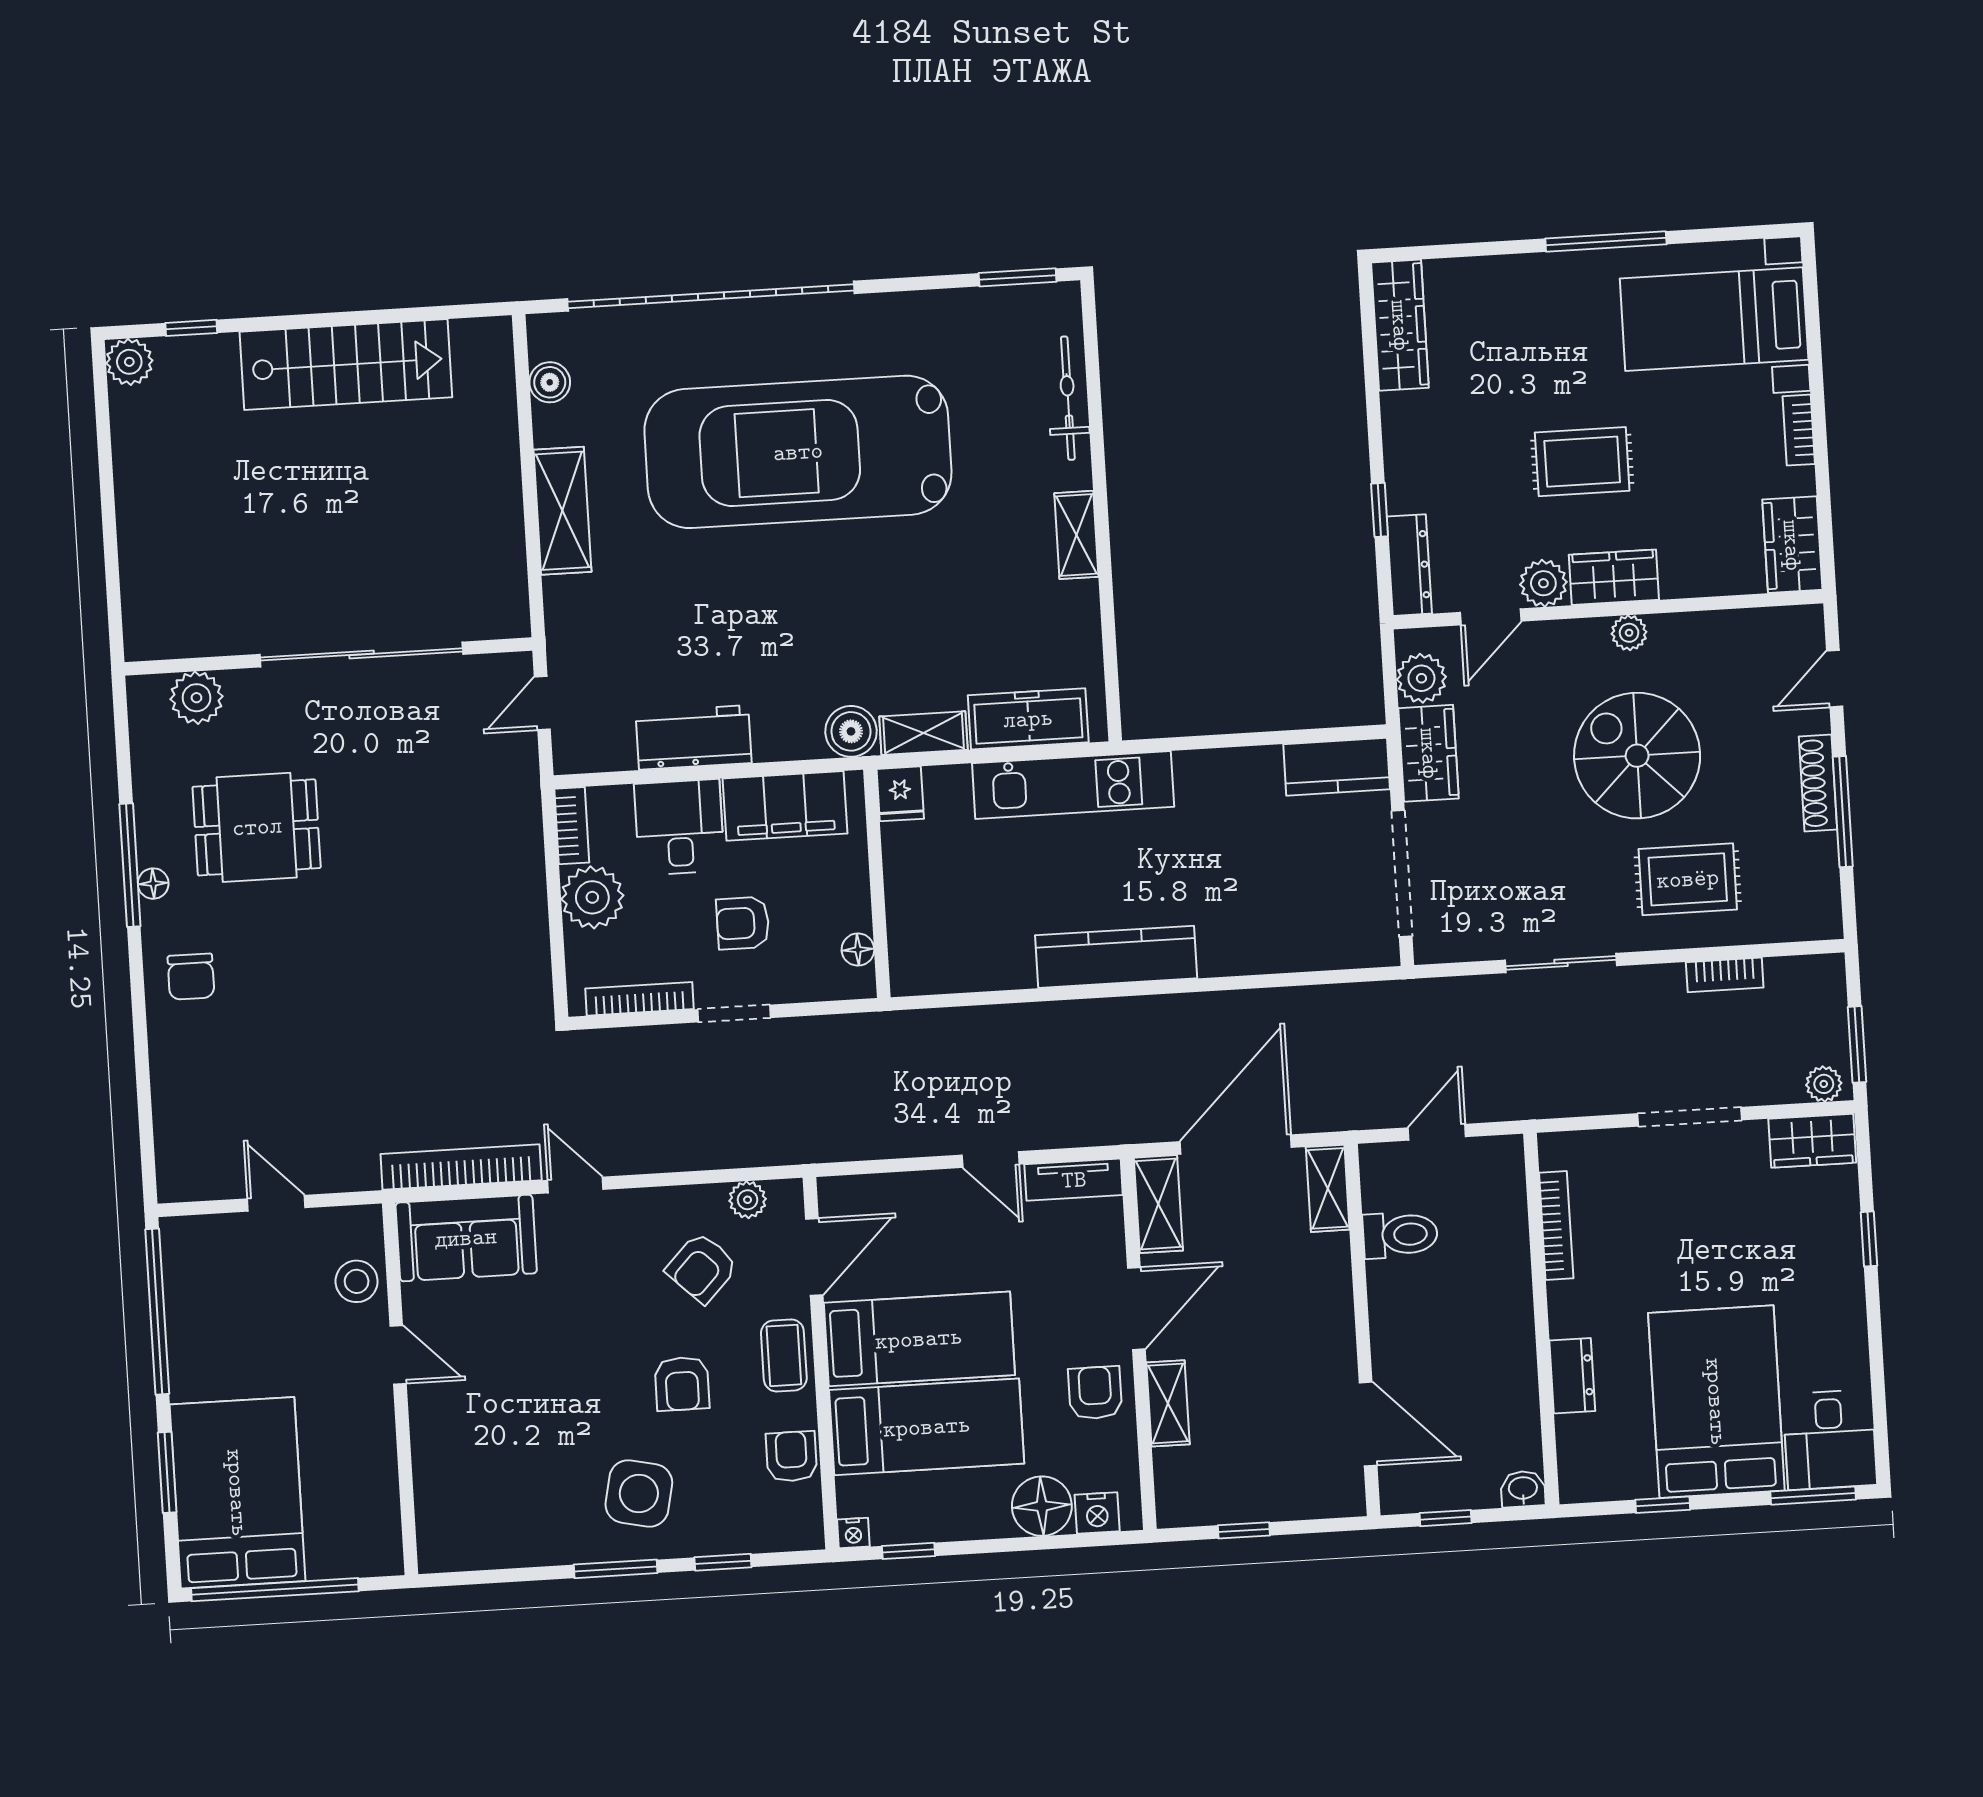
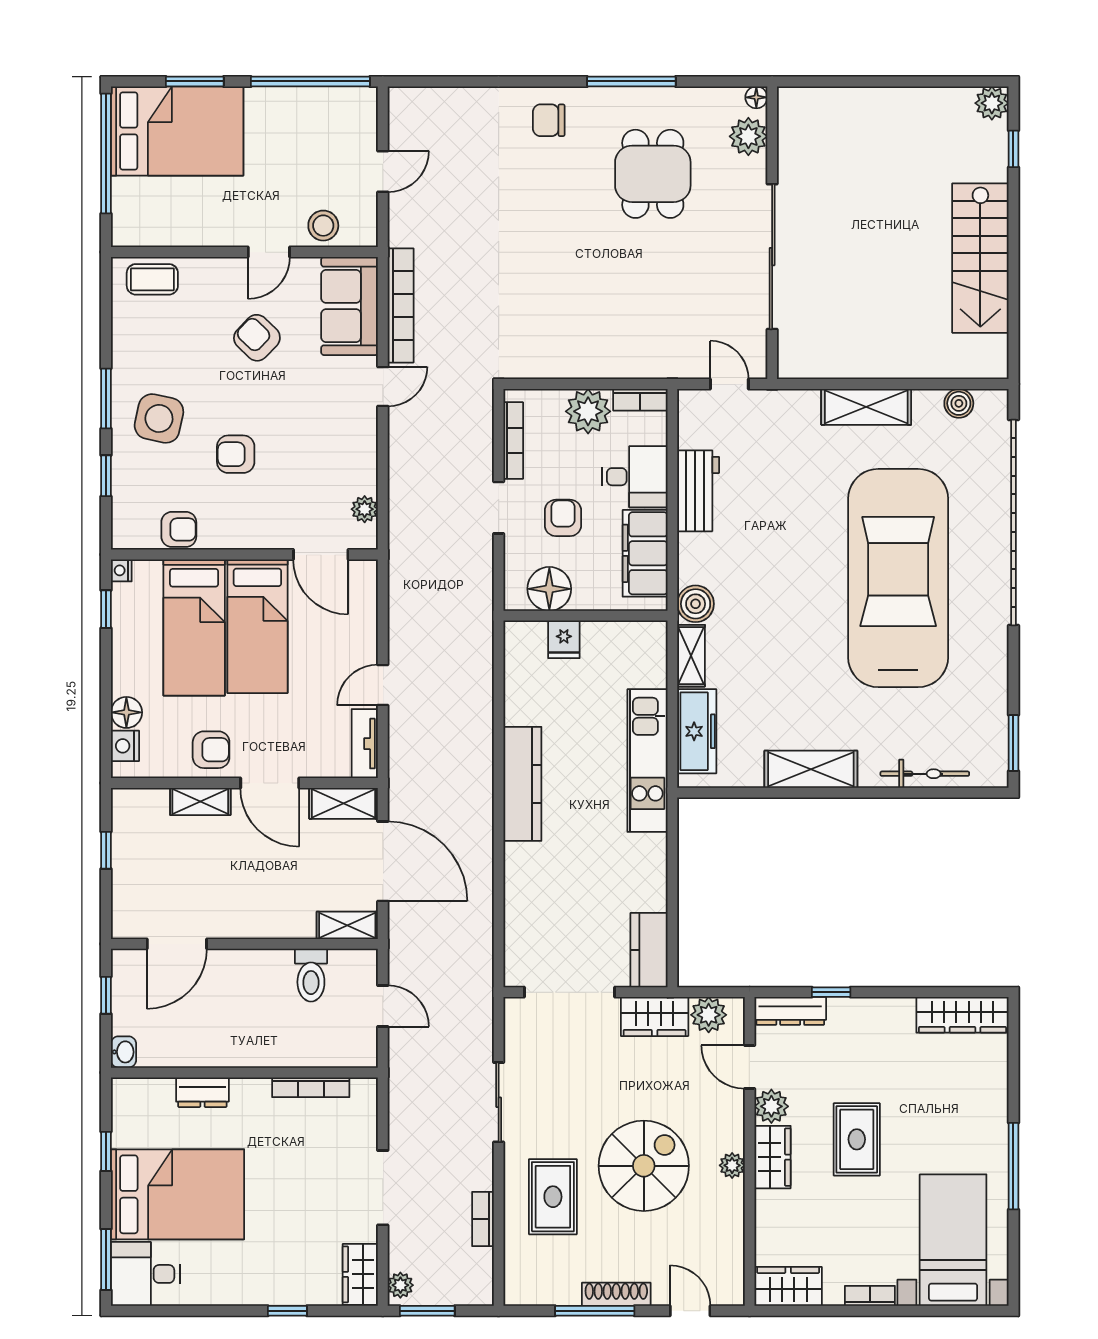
shelving: (1076, 535) -> (811, 769), width x1.50, depth x1.33
fridge: (900, 794) -> (564, 639), moved, turned -90
floor lamp: (153, 884) -> (756, 97), moved
floor lamp: (858, 950) -> (549, 589), width x1.89, depth x1.89
armchair: (702, 1268) -> (257, 338), moved
coffee table: (784, 1355) -> (152, 279), moved
floor lamp: (1042, 1506) -> (126, 712), width x0.73, depth x0.73

